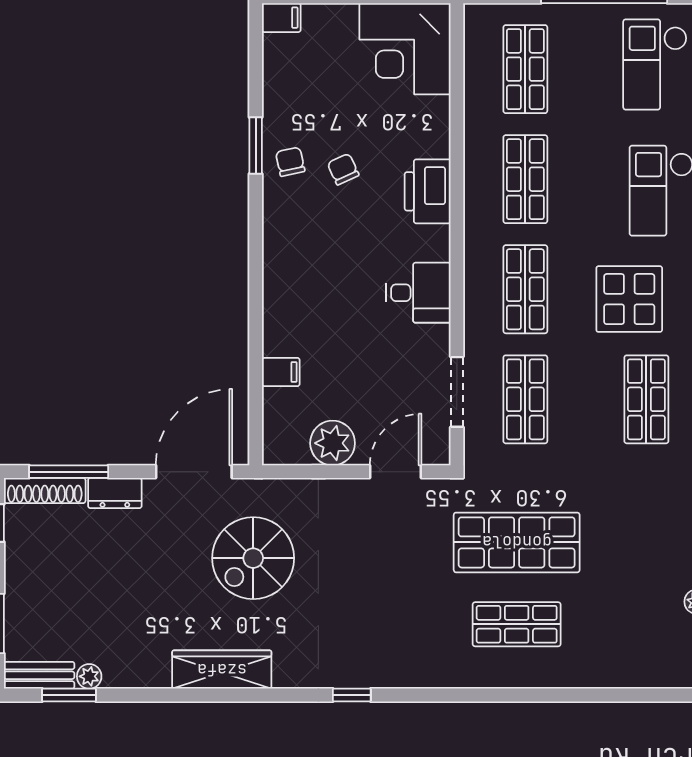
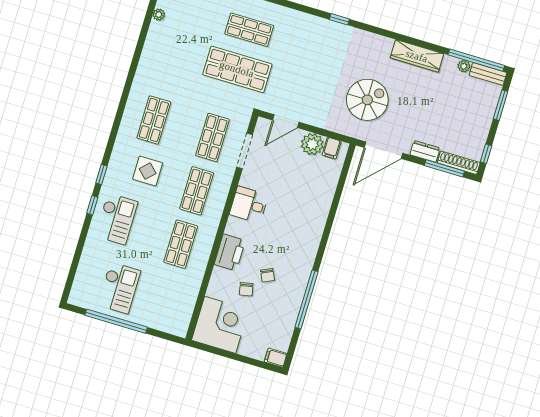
checkout: (655, 64) -> (119, 288), moved
shop shelf: (525, 69) -> (165, 298), removed
window: (256, 145) -> (307, 299), width x2.11
chair: (290, 162) -> (246, 289), moved
display table: (629, 299) -> (148, 171), width x0.73, depth x0.73
filing cabinet: (281, 372) -> (332, 148), moved, turned -90
wardrobe: (222, 670) -> (417, 56), moved
window: (69, 695) -> (476, 60), width x2.11

